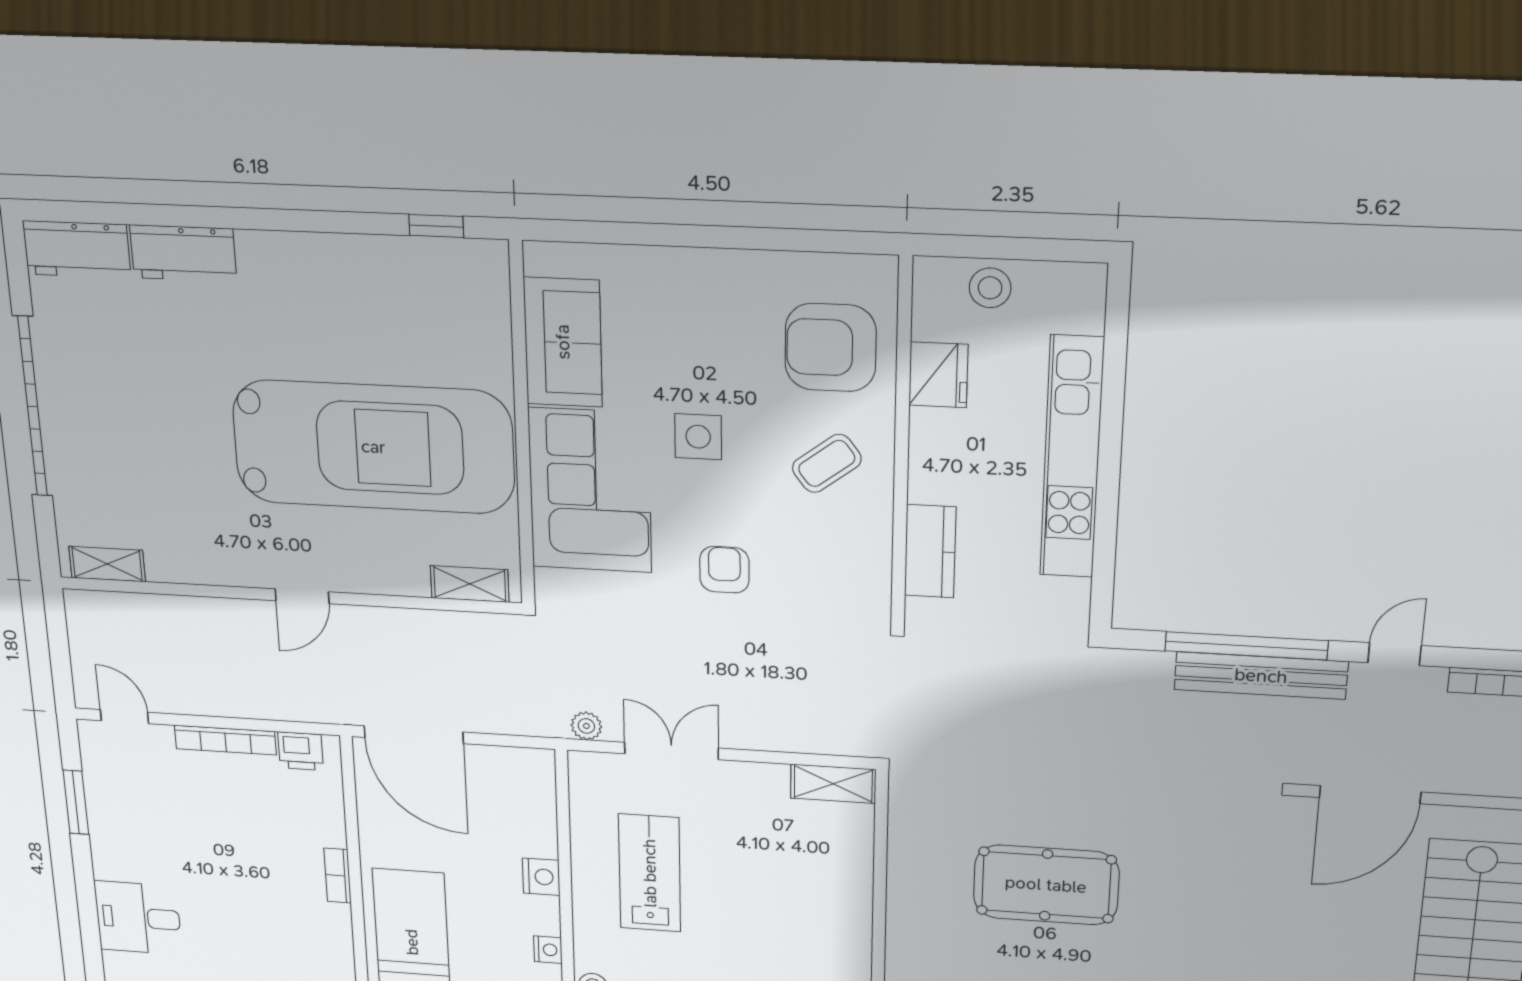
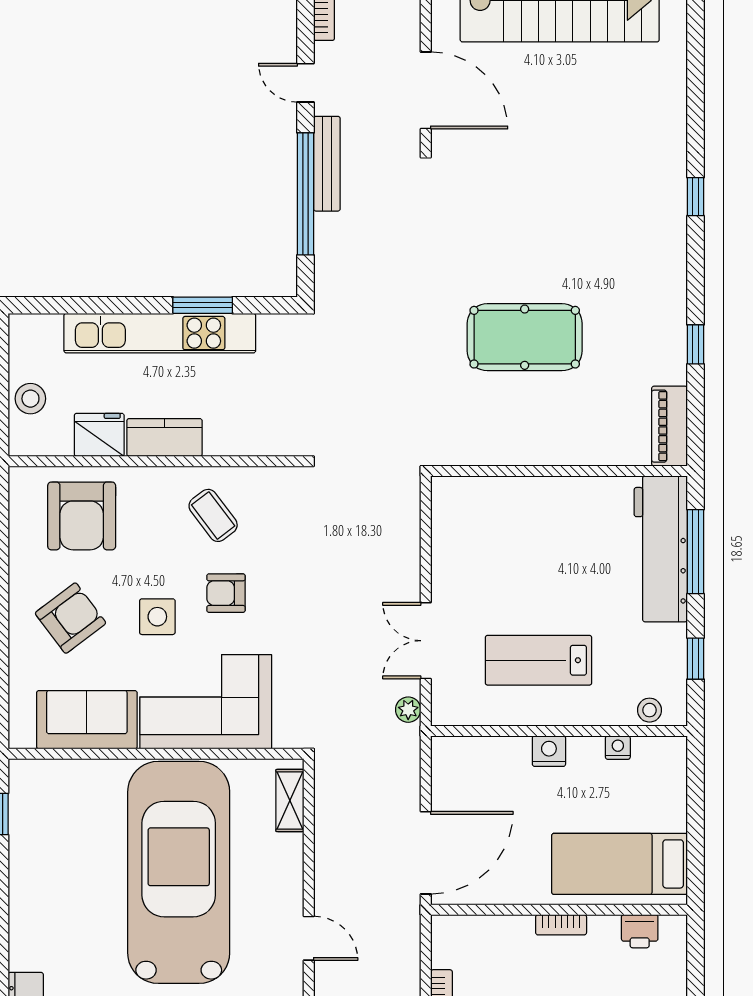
armchair: (695, 327) -> (71, 618), added
coffee table: (827, 463) -> (213, 515), moved
window: (1106, 513) -> (203, 305), added
kitchen counter: (930, 551) -> (164, 437), moved
armchair: (724, 570) -> (226, 593), moved
bench: (1261, 676) -> (327, 164), width x0.73, depth x0.82
printer: (301, 751) -> (640, 931), moved, turned 90
shelving: (833, 784) -> (446, 510), removed
pool table: (1046, 885) -> (525, 337), turned 90

